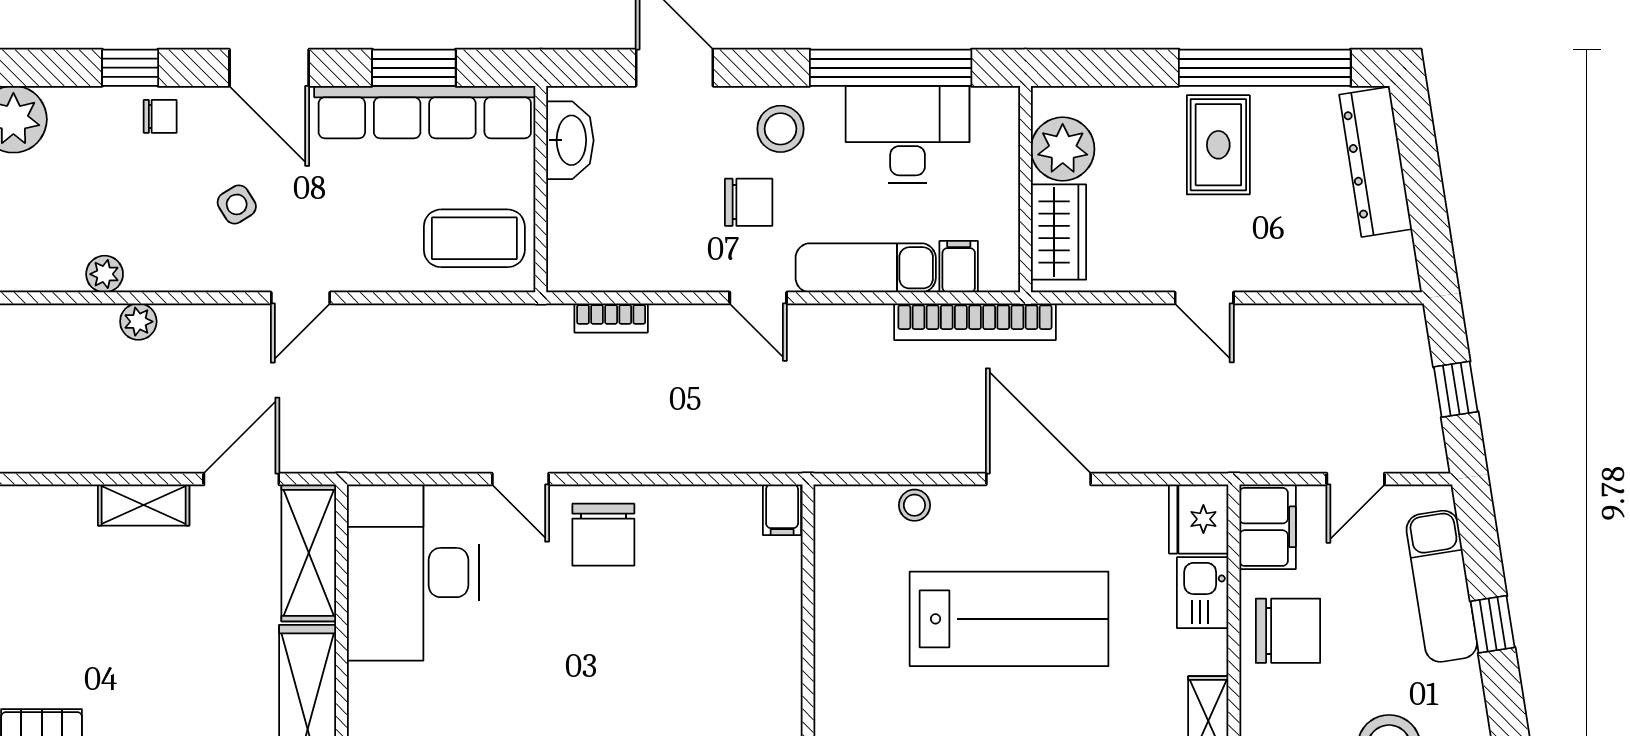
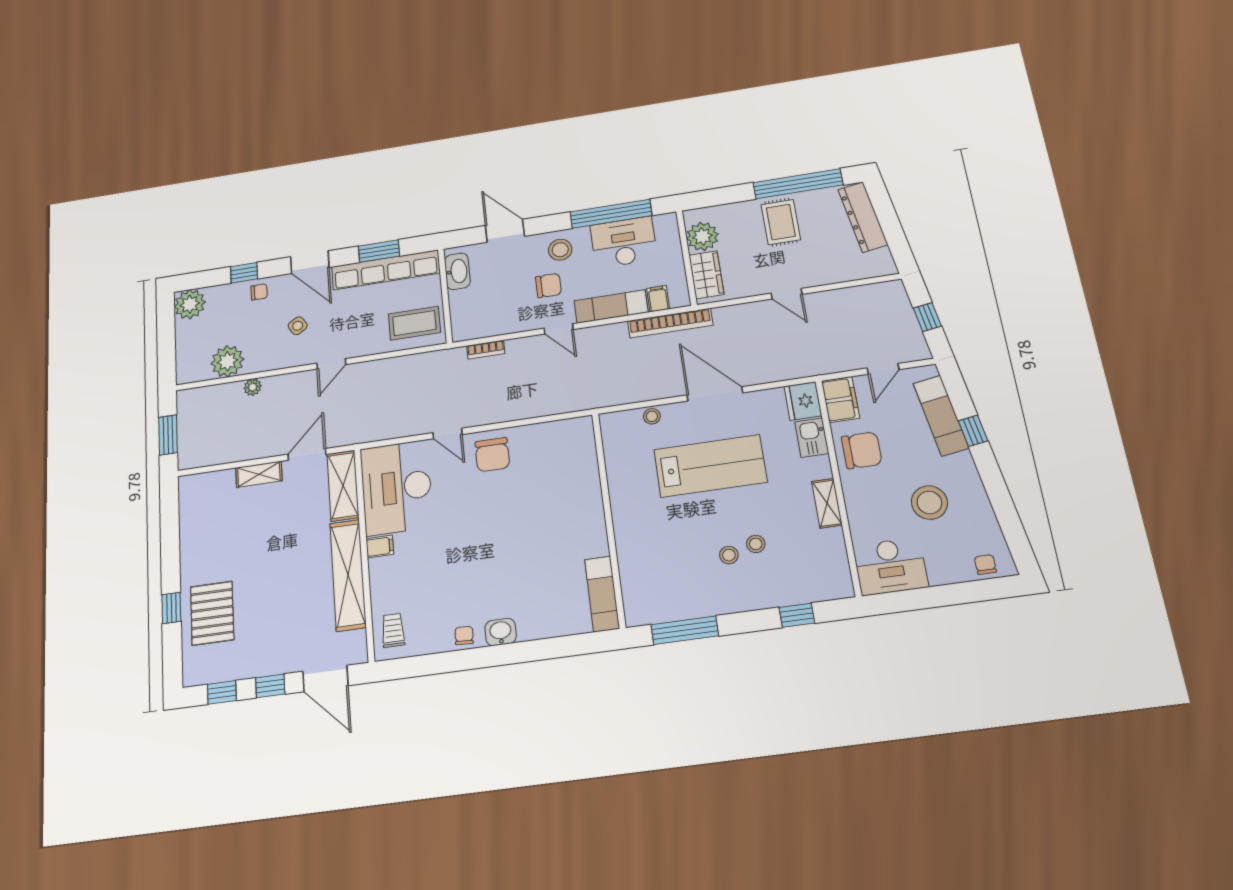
plant: (105, 274) -> (227, 361), width x1.87, depth x1.87
filing cabinet: (782, 510) -> (380, 547), moved, turned -90

